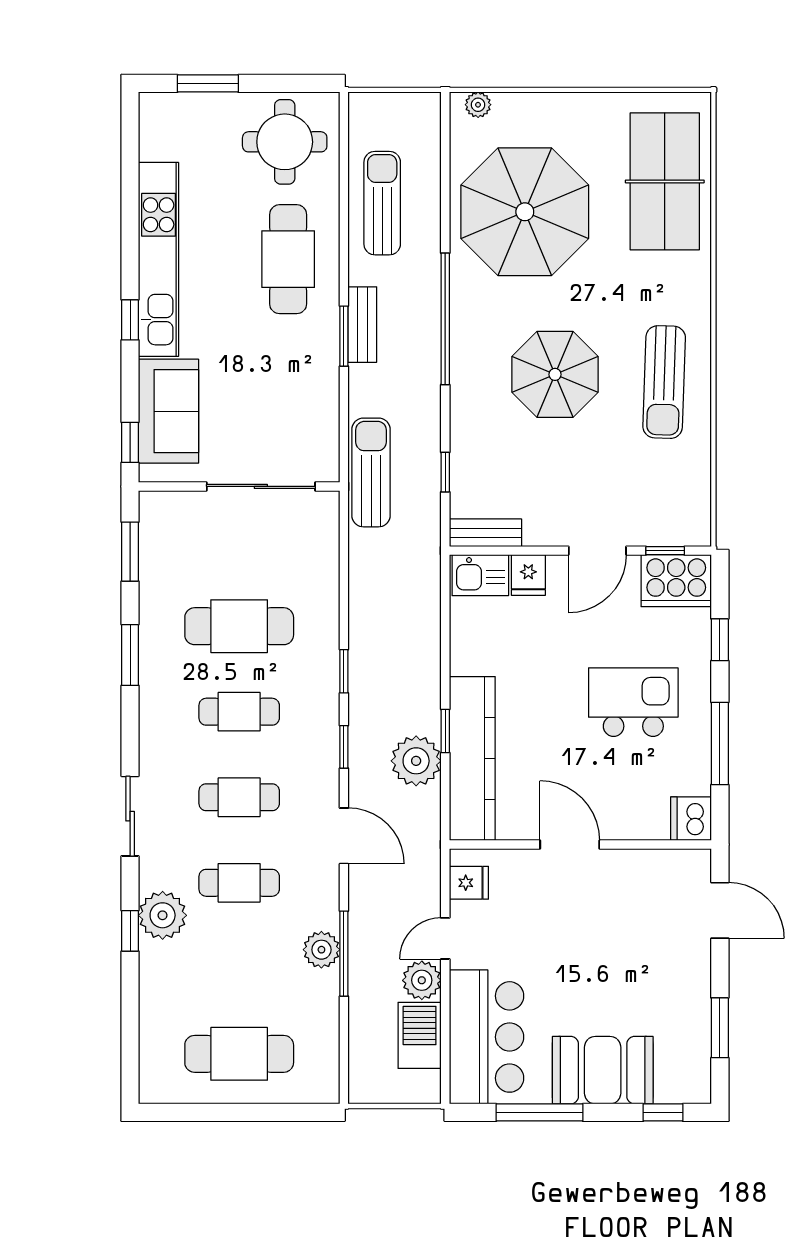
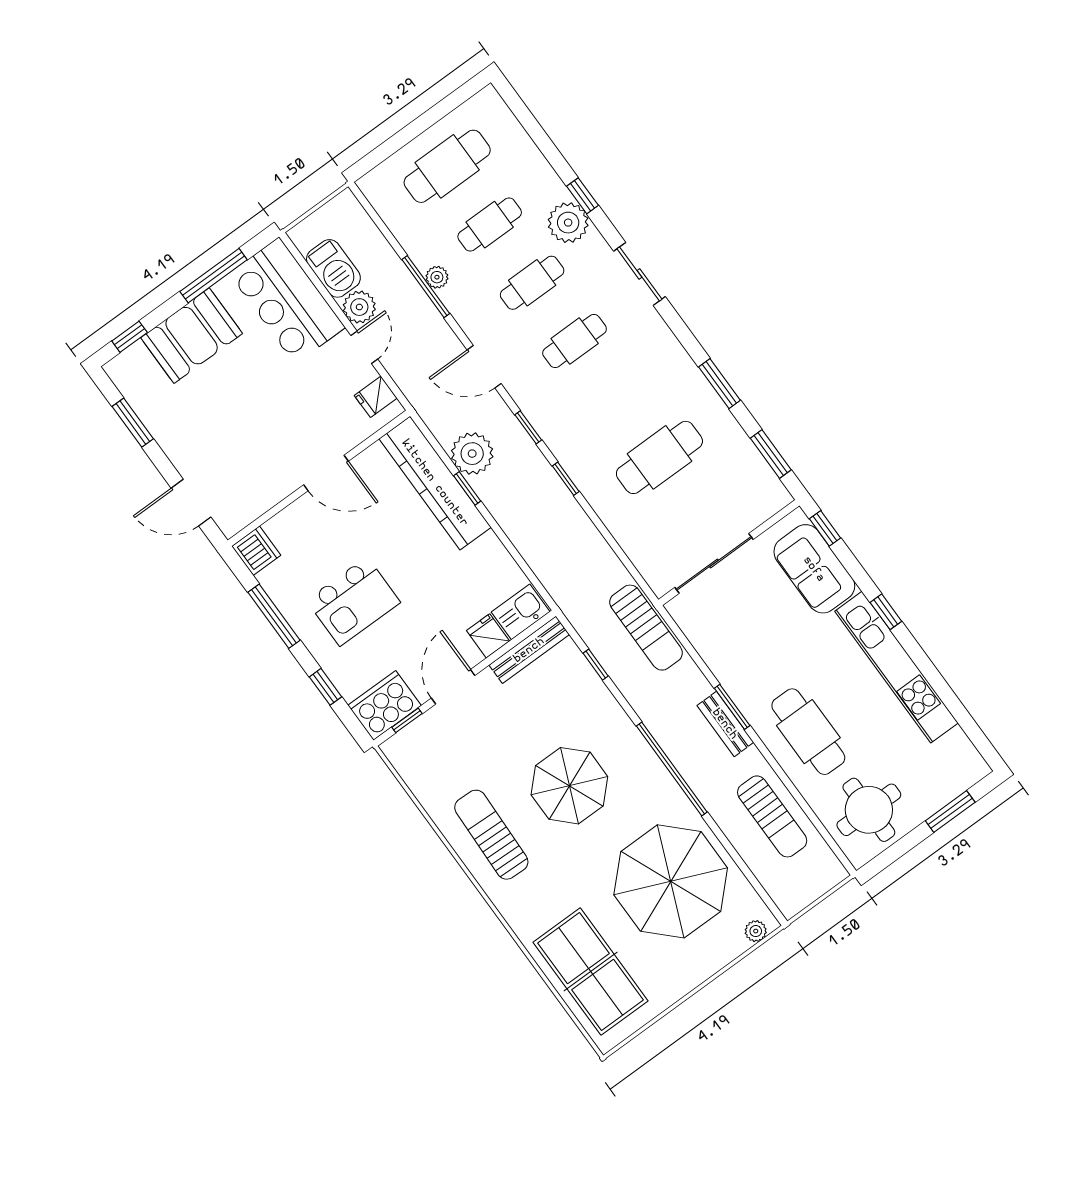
bench: (485, 533) -> (529, 650), width x1.36
cafe table: (239, 712) -> (490, 225), moved
plant: (321, 950) -> (437, 277), width x0.73, depth x0.73

